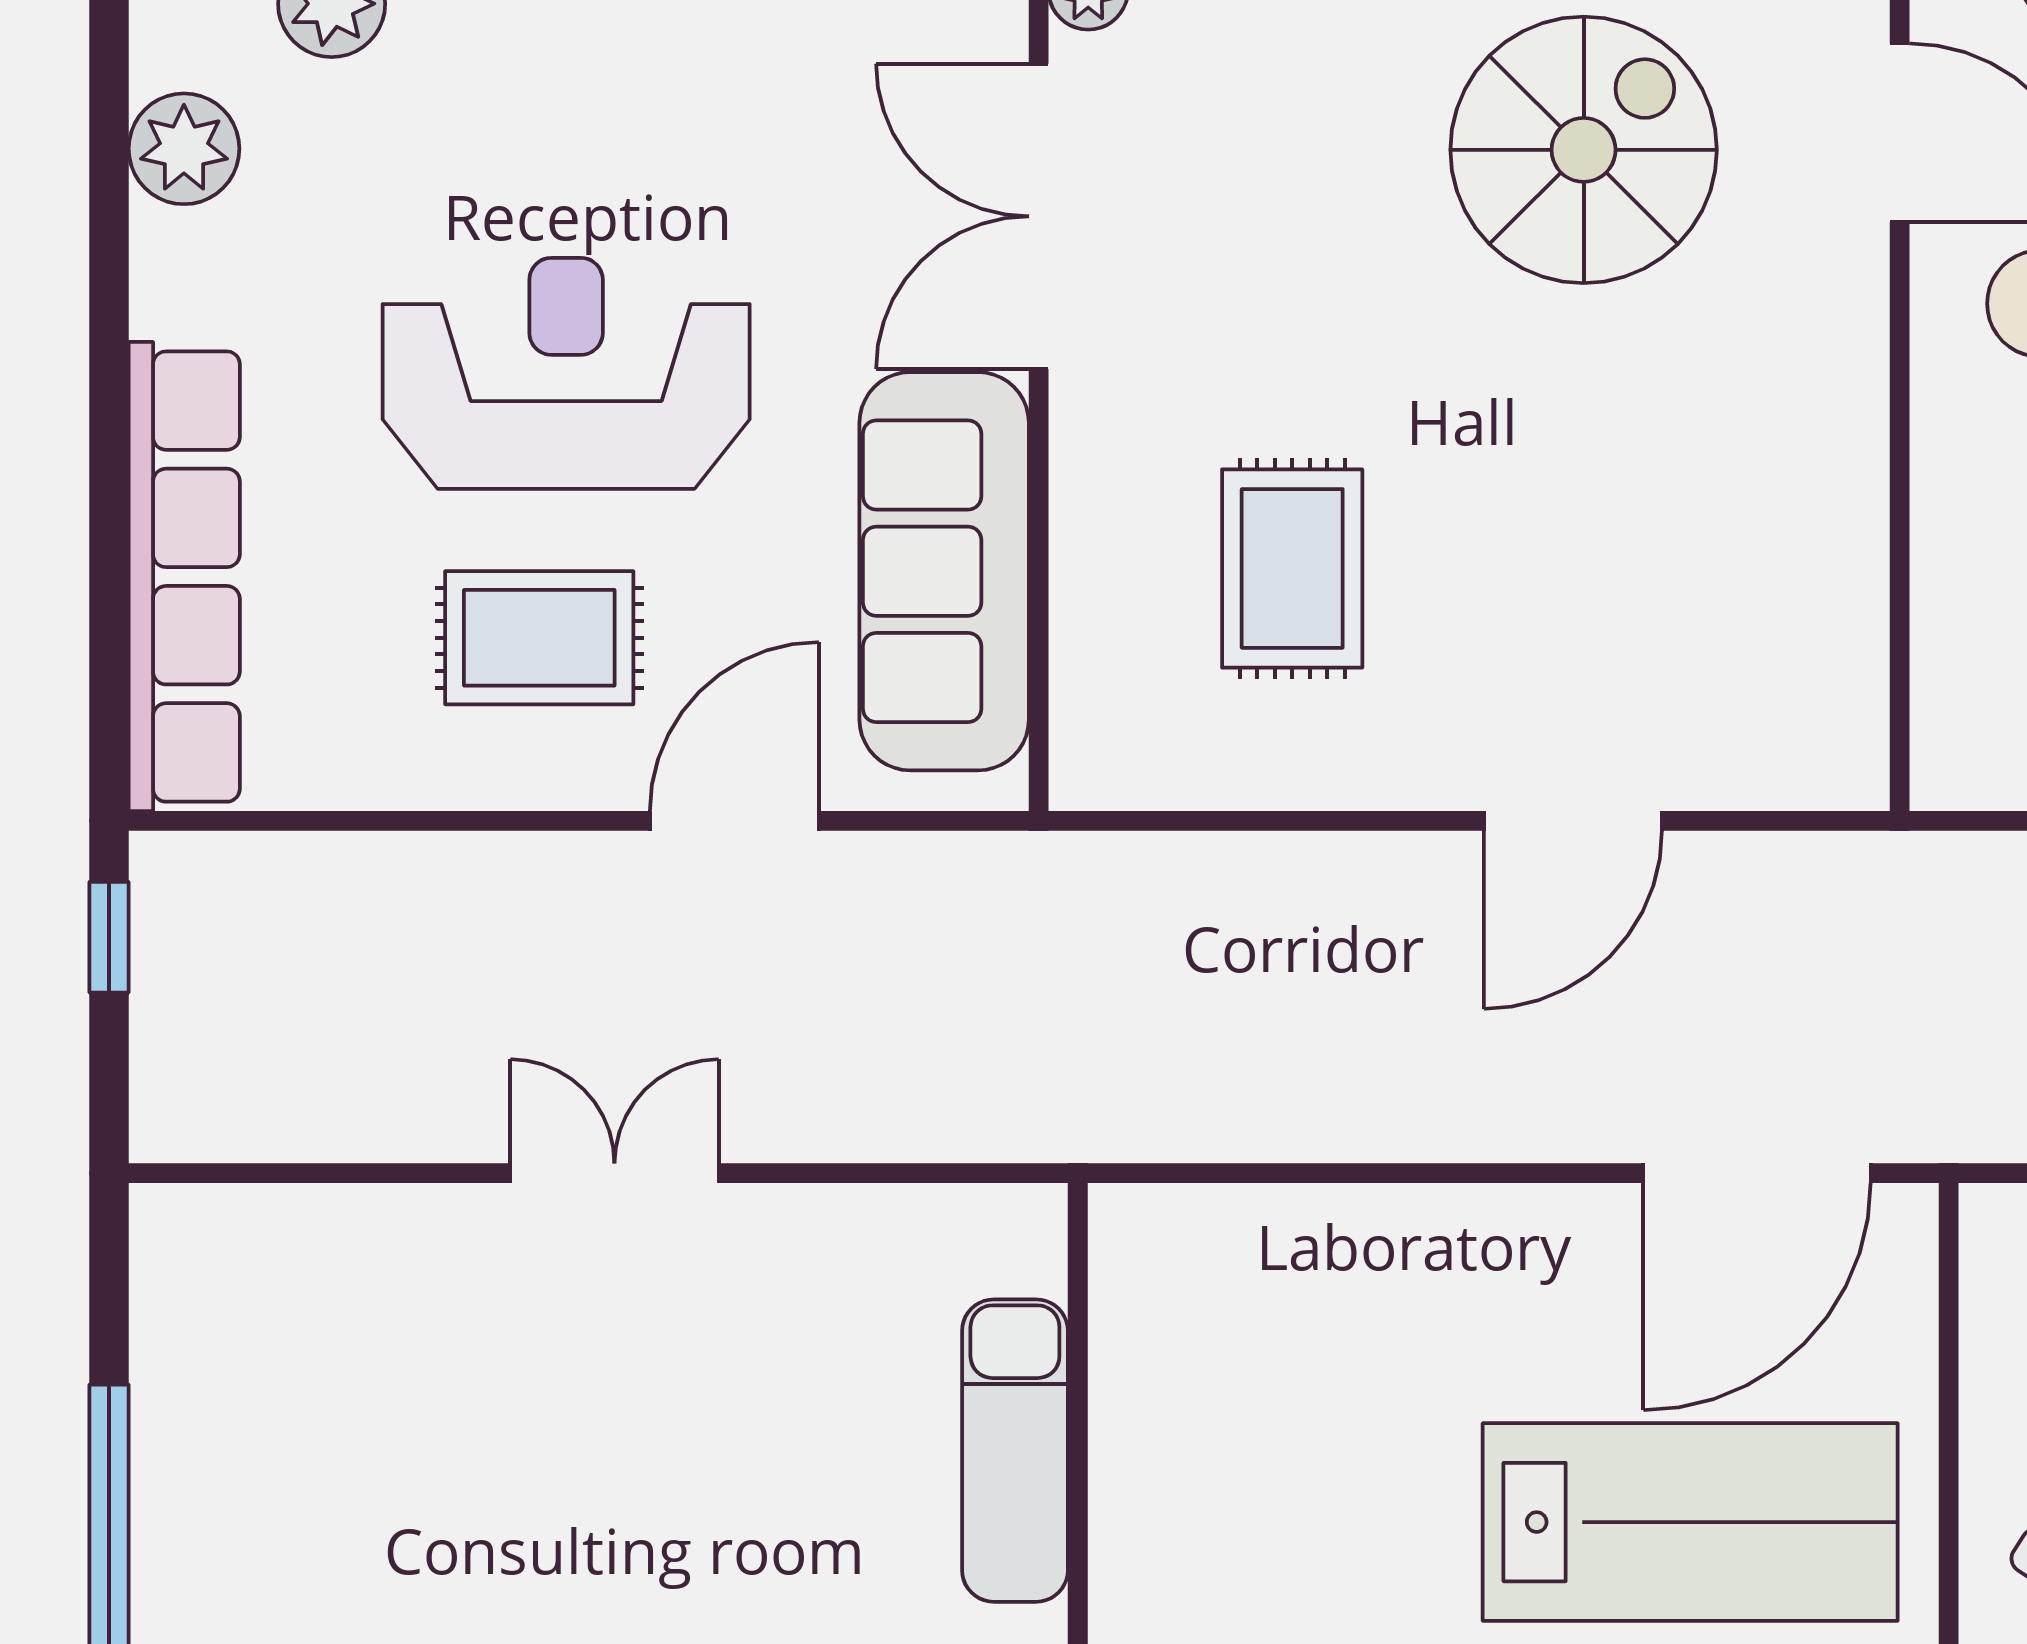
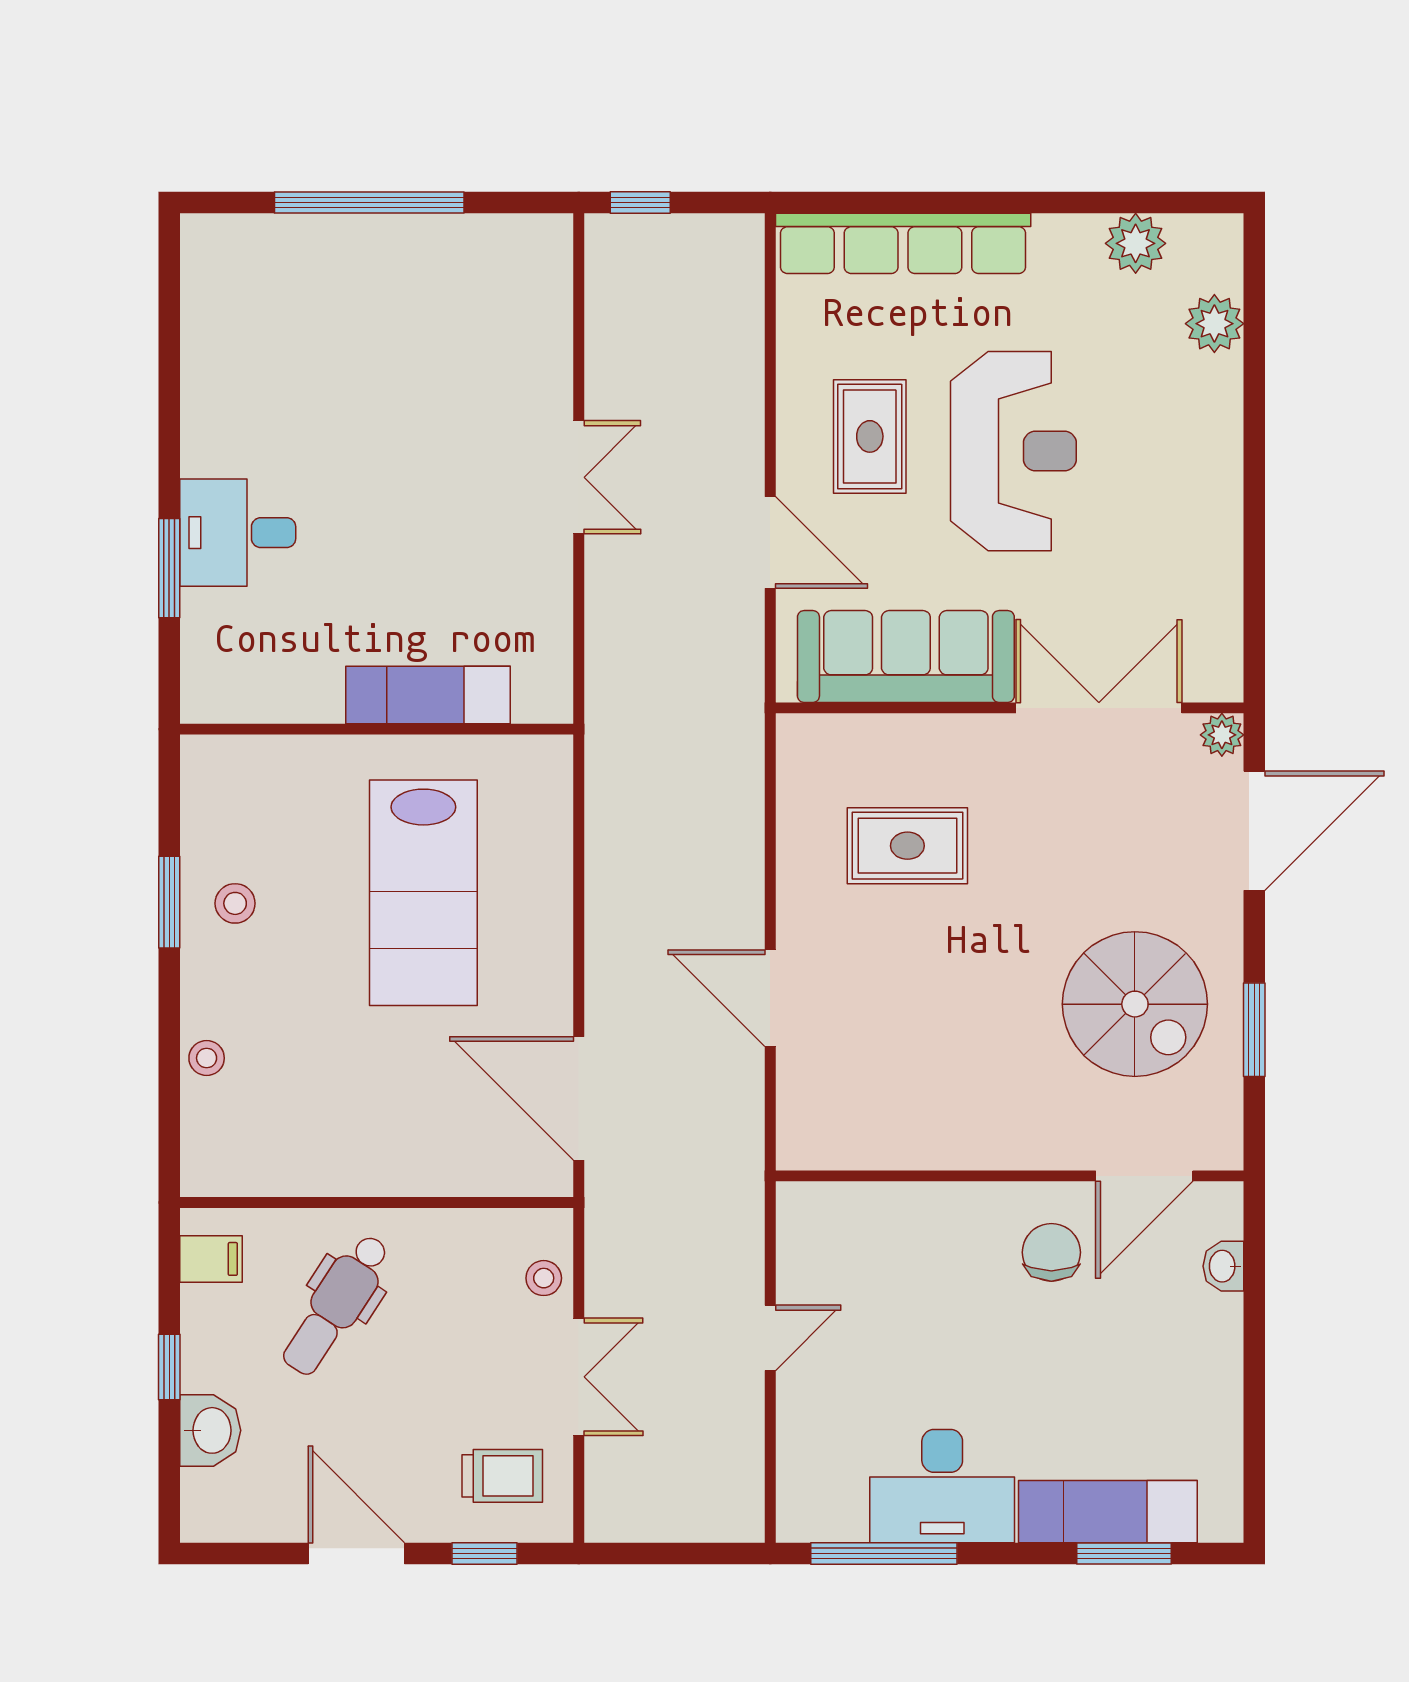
window: (109, 937) -> (640, 203), moved
lab bench: (1690, 1522) -> (423, 893), moved

